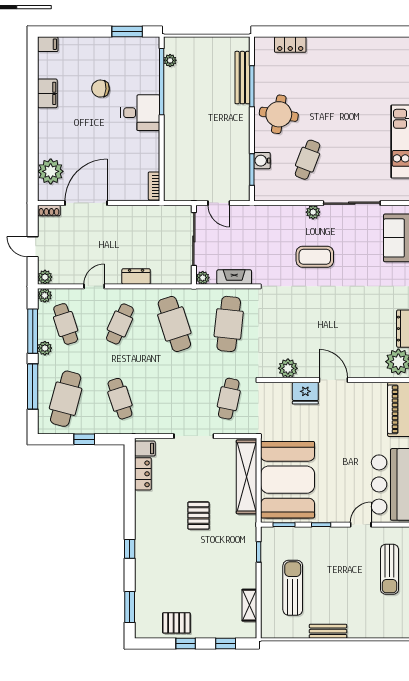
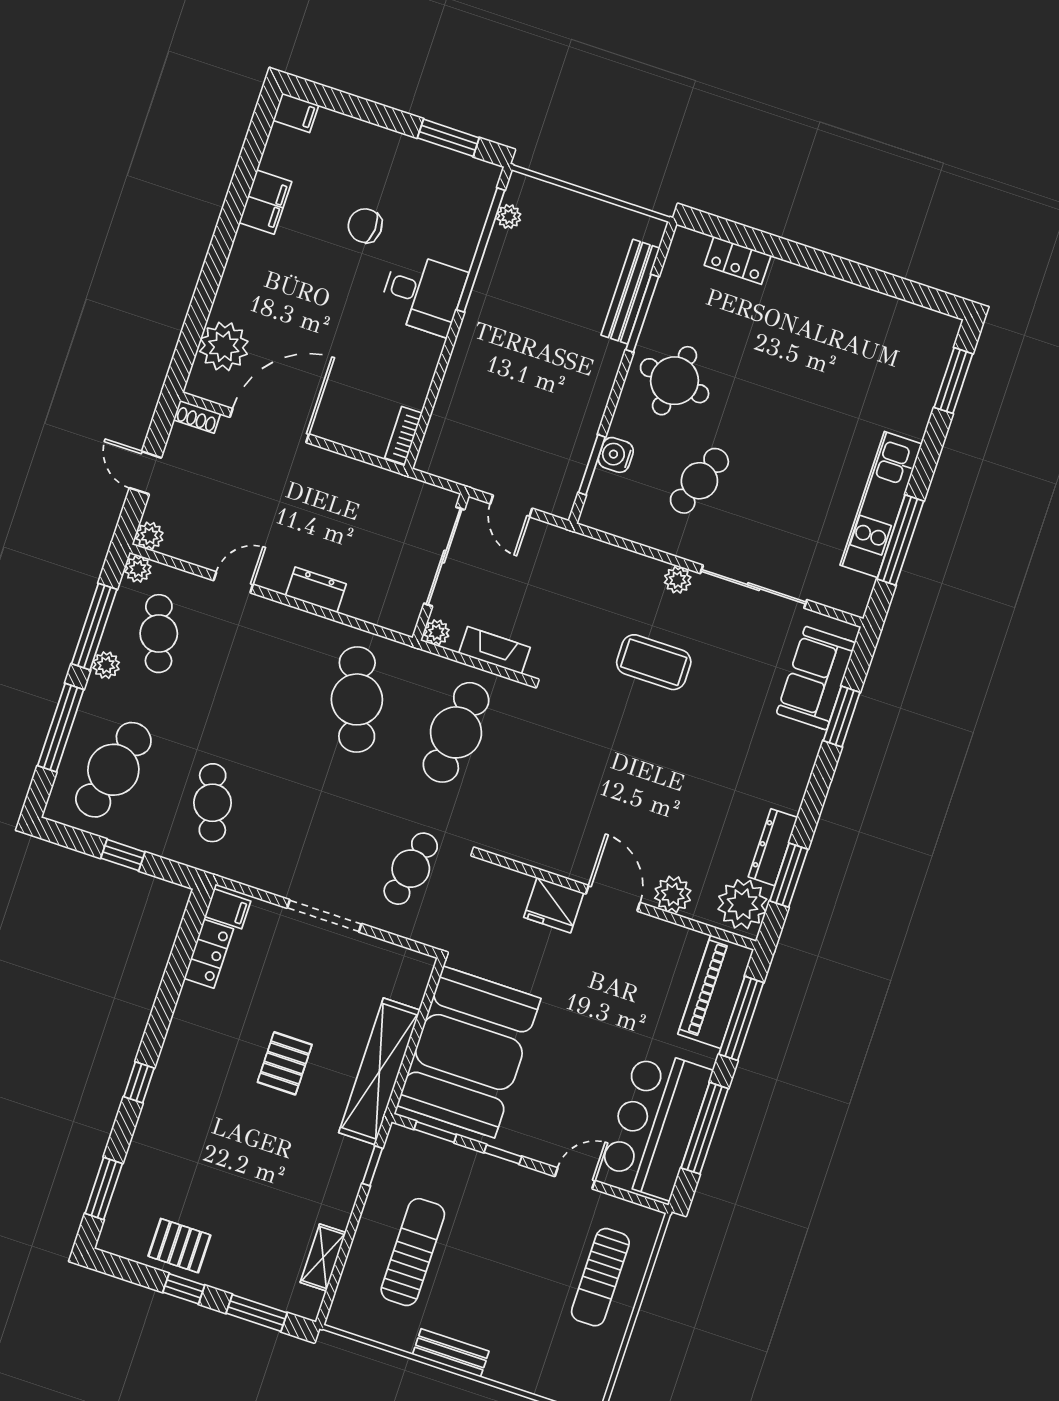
cafe table: (120, 324) -> (258, 667), removed
plant: (288, 368) -> (673, 894), moved
shelving: (246, 477) -> (379, 1071), moved
window: (226, 643) -> (257, 1313), width x1.50

